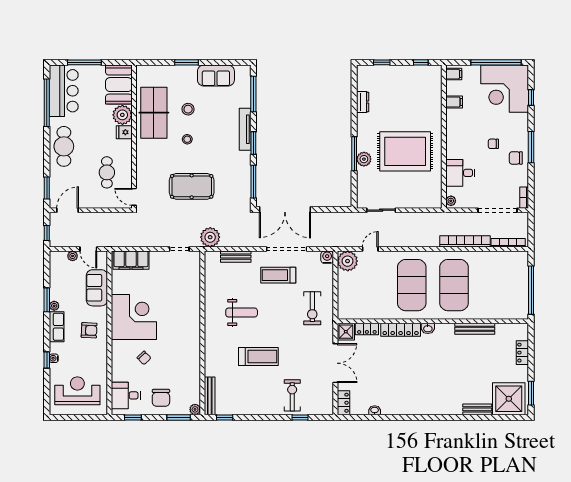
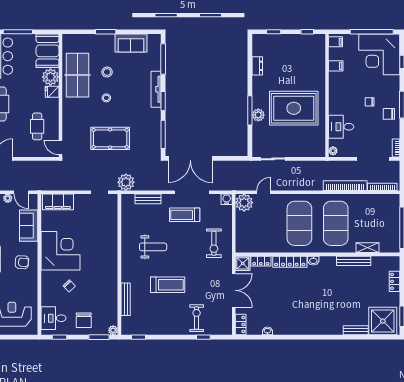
shelving: (491, 313) -> (367, 248), added
bench: (210, 396) -> (126, 299), moved

